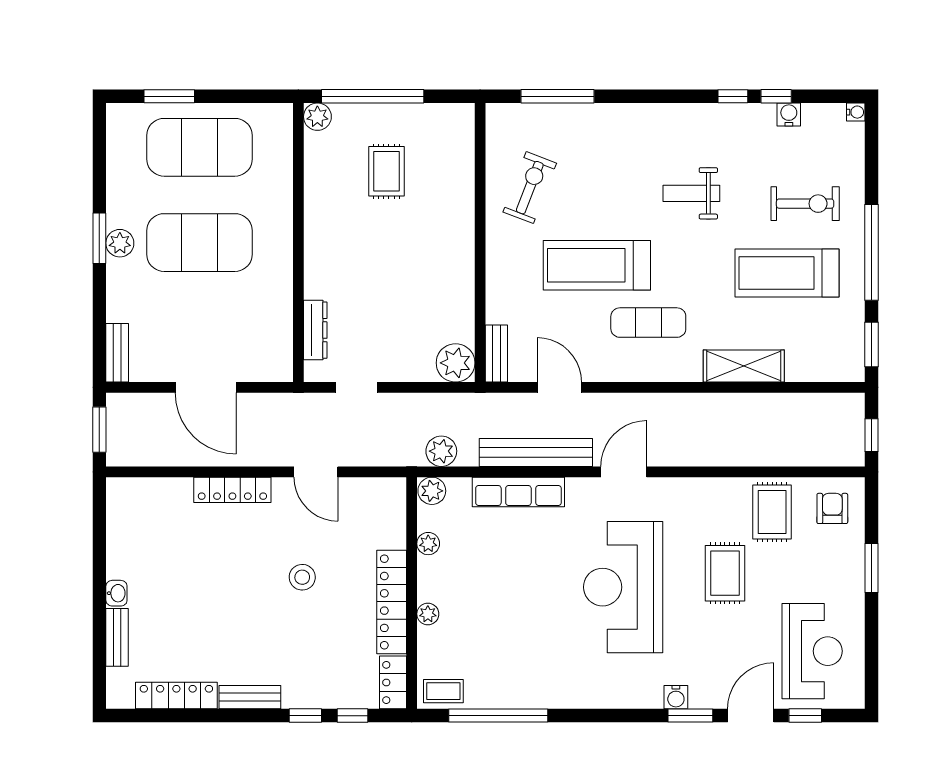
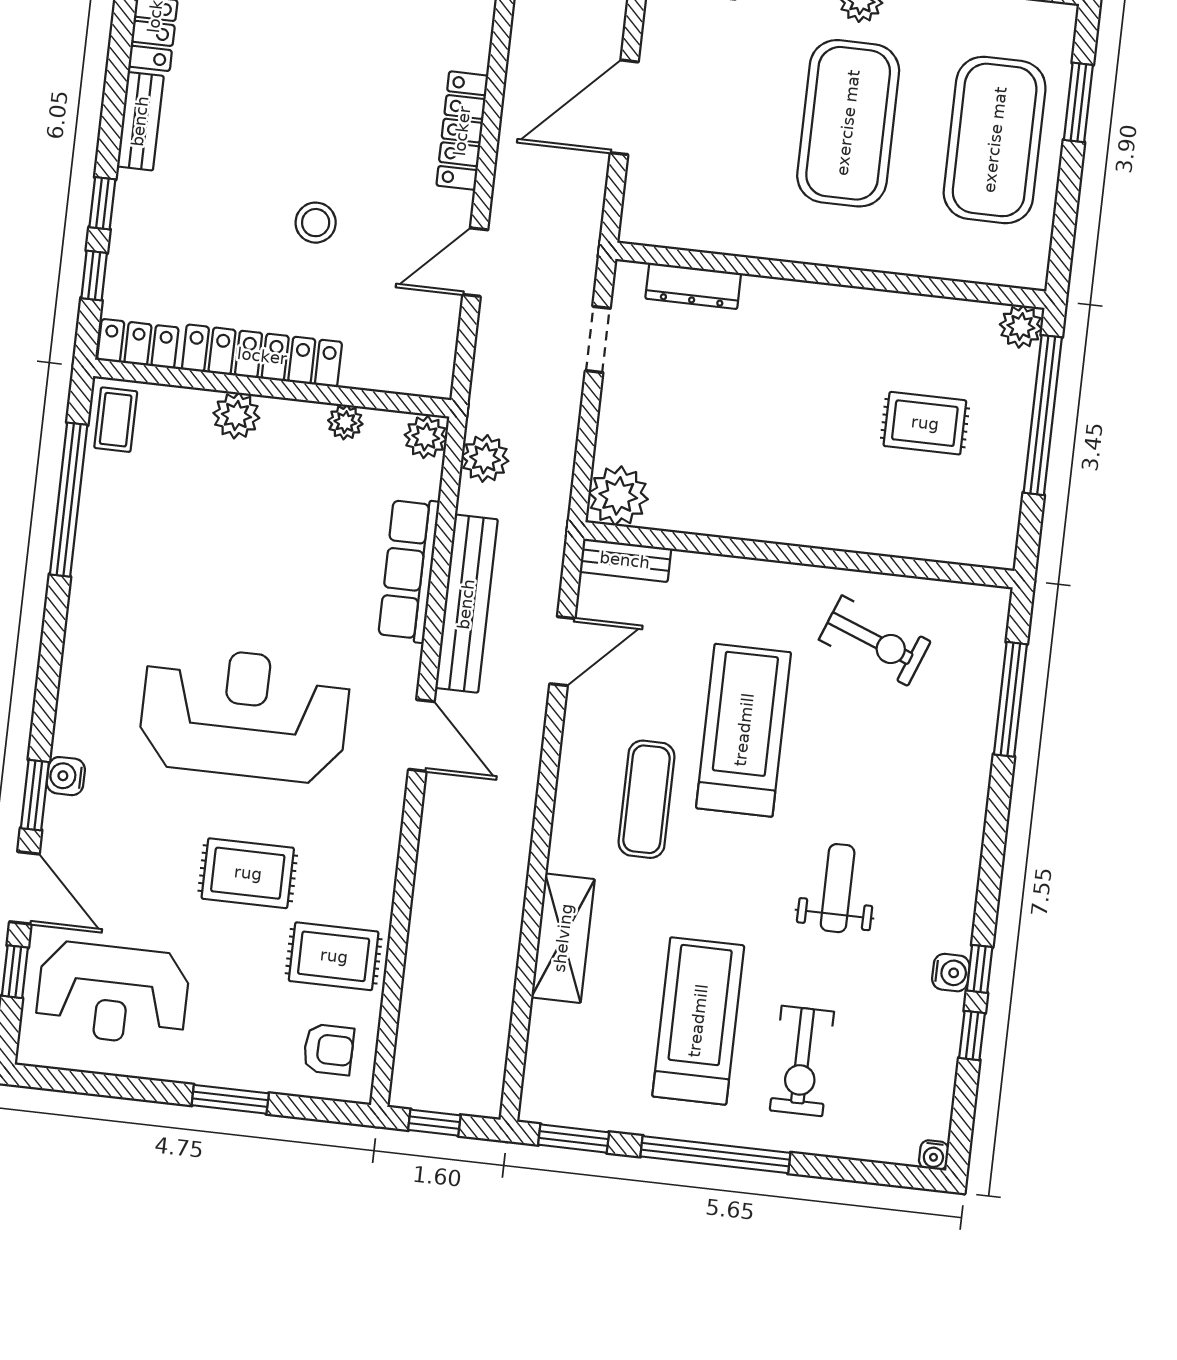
water cooler: (789, 114) -> (951, 973), moved
plant: (428, 614) -> (236, 415), width x1.38, depth x1.38

